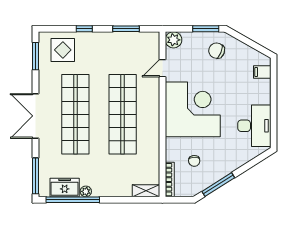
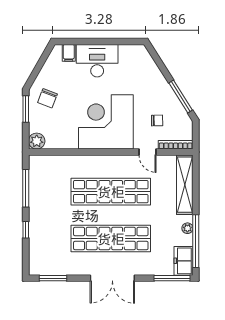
window: (126, 29) -> (26, 188), width x1.44
display table: (63, 50) -> (47, 251), removed
door: (162, 68) -> (148, 152), moved
desk: (254, 126) -> (97, 61), moved
freezer: (65, 188) -> (184, 261), moved
shelving: (146, 191) -> (185, 185), width x2.20, depth x1.33

